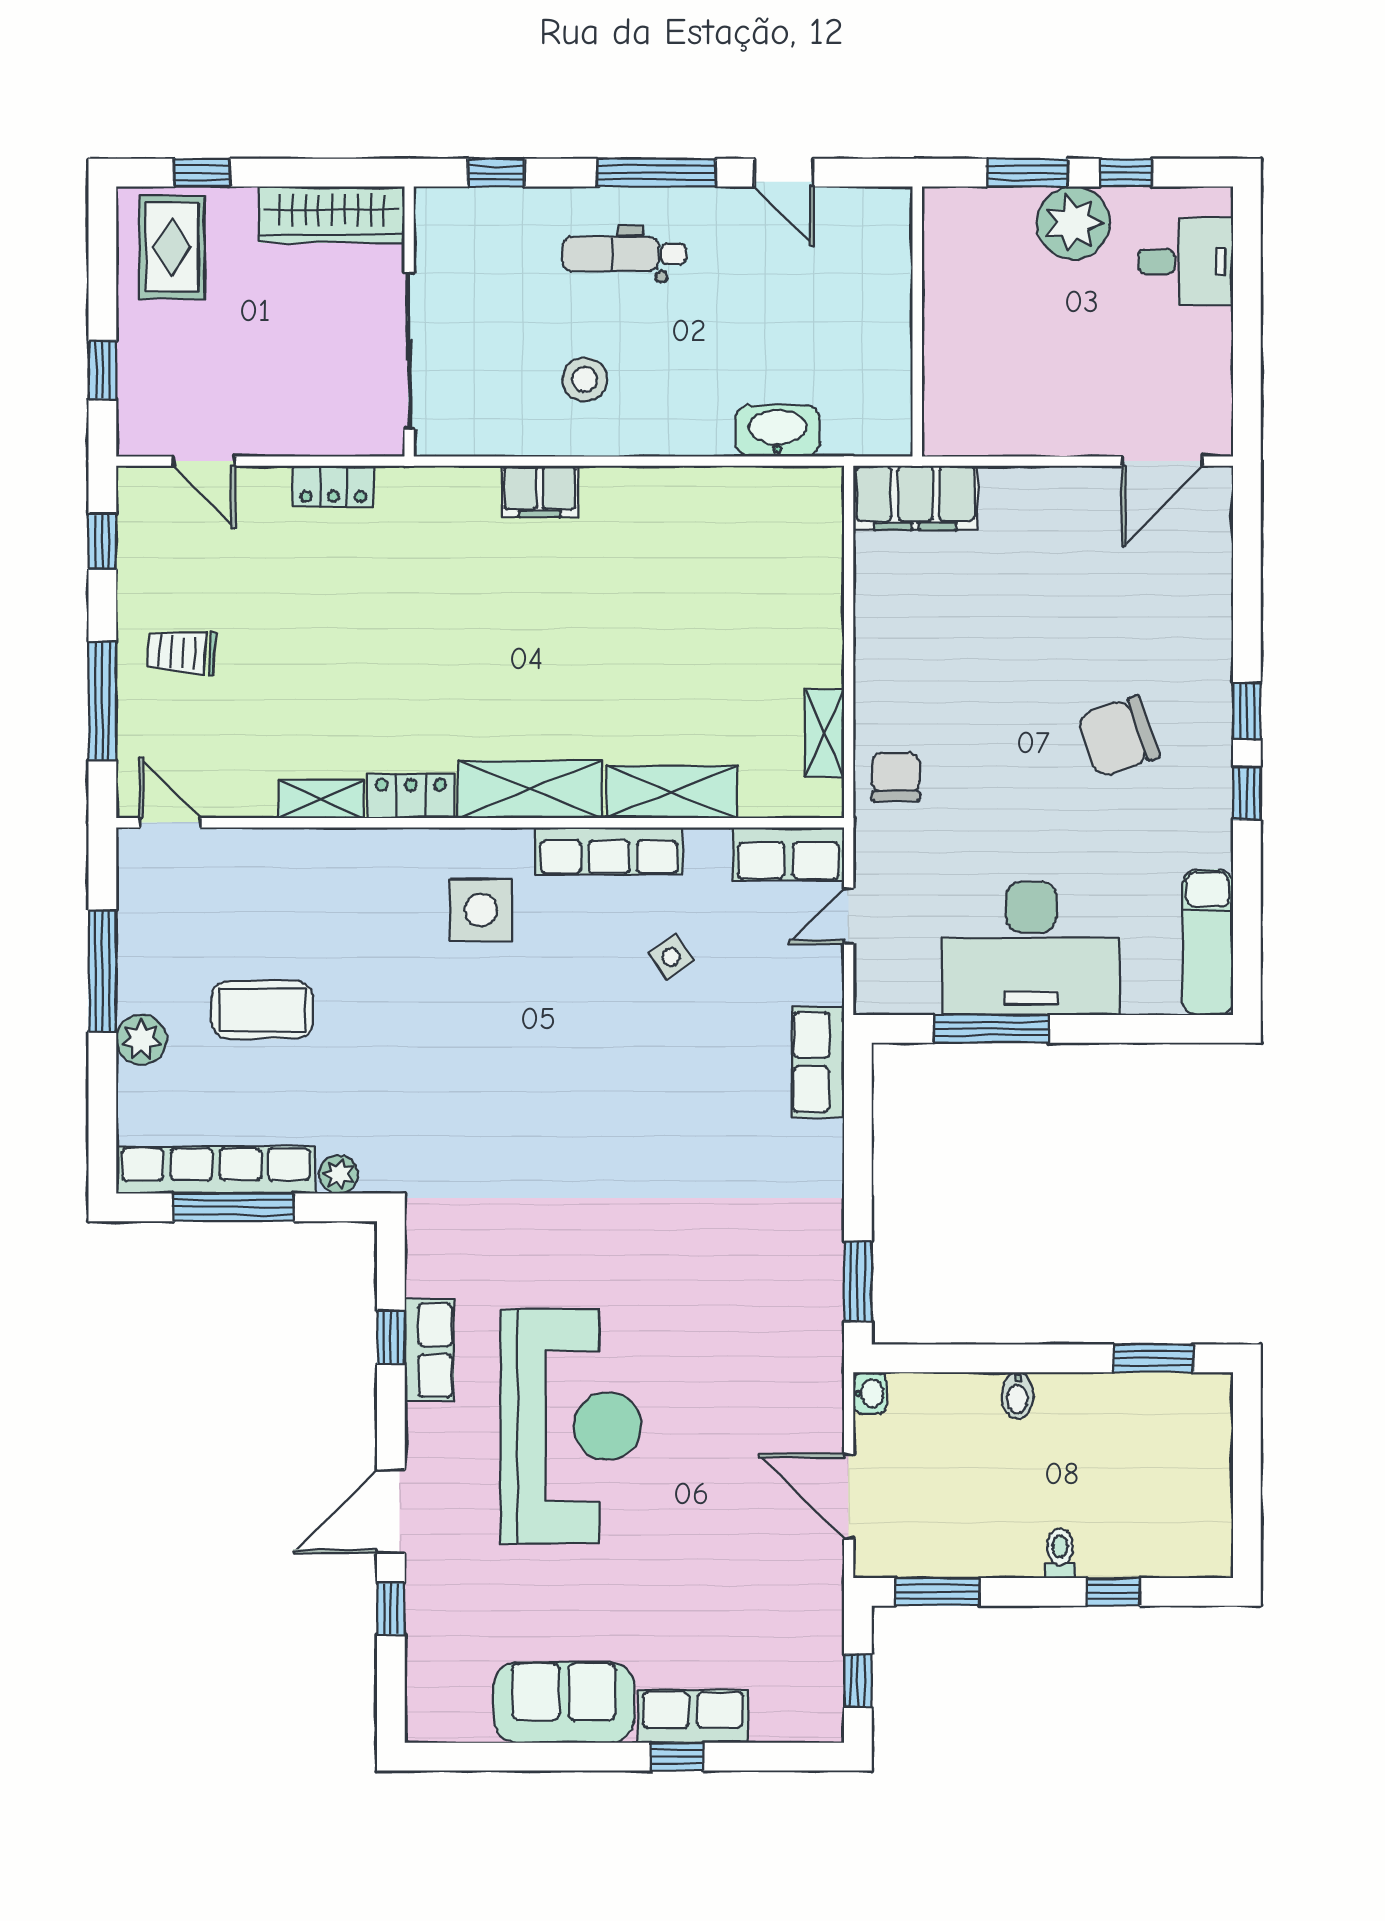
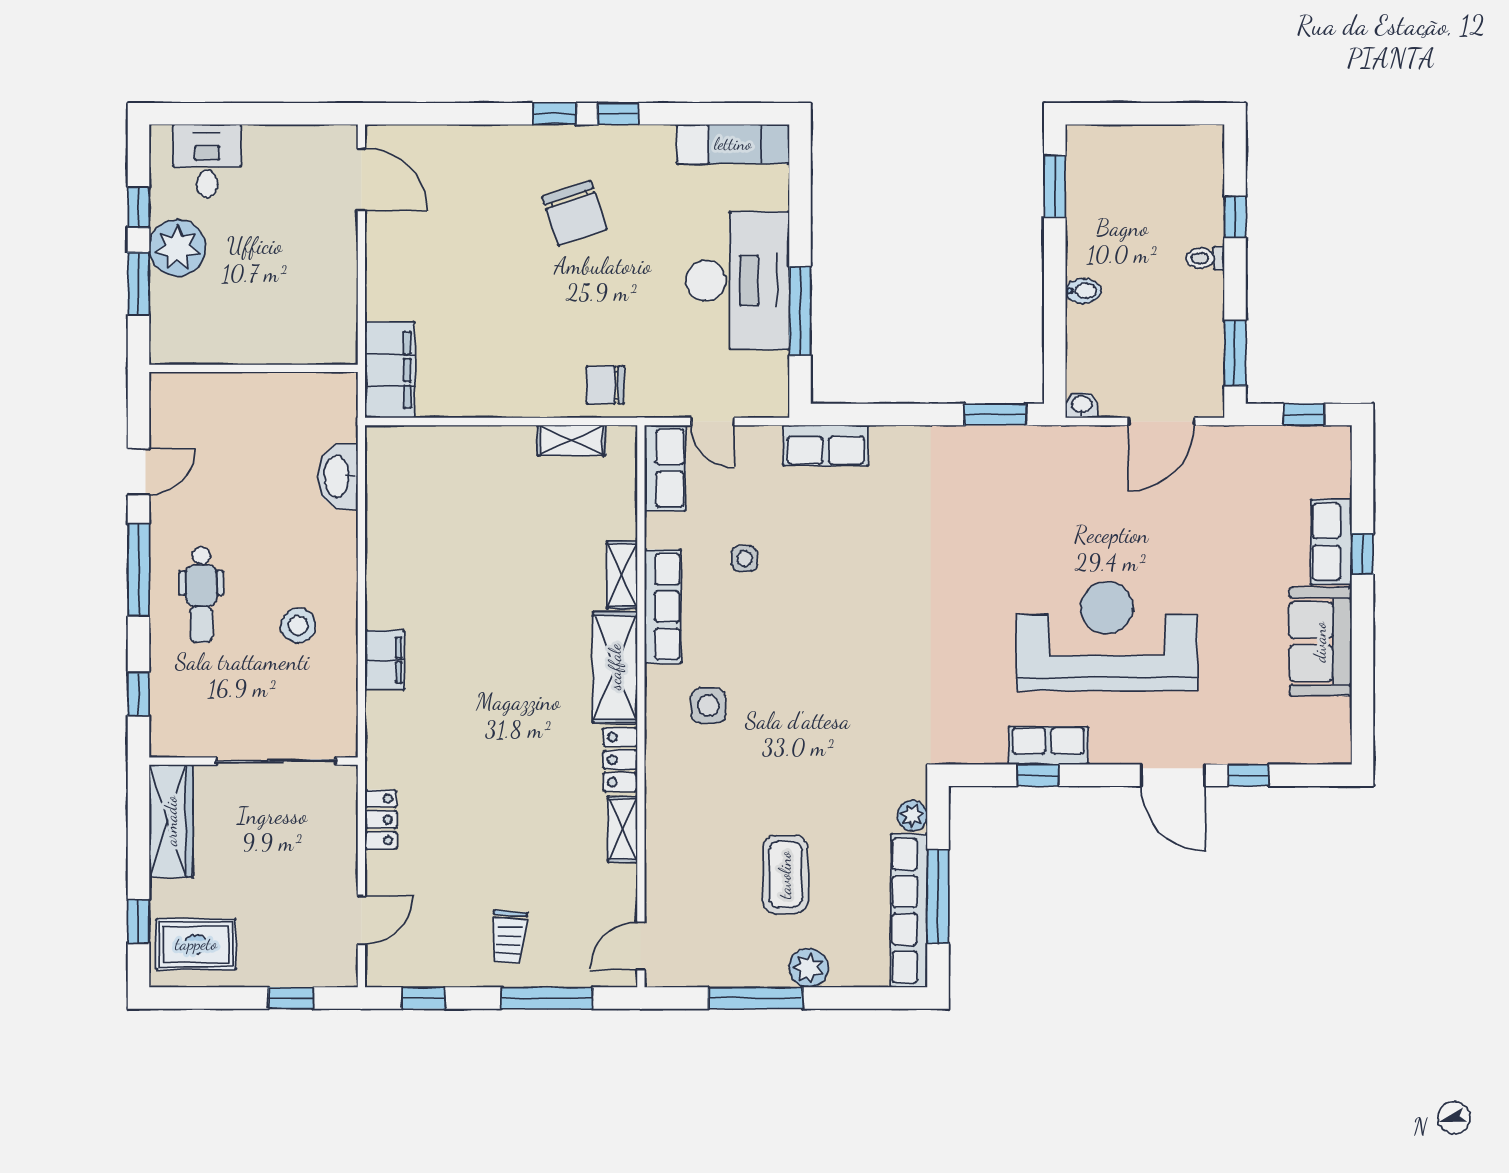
shelving: (672, 792) -> (622, 575), width x0.67, depth x0.75
side table: (481, 910) -> (708, 705), width x0.73, depth x0.73
side table: (671, 957) -> (745, 559), turned 35

